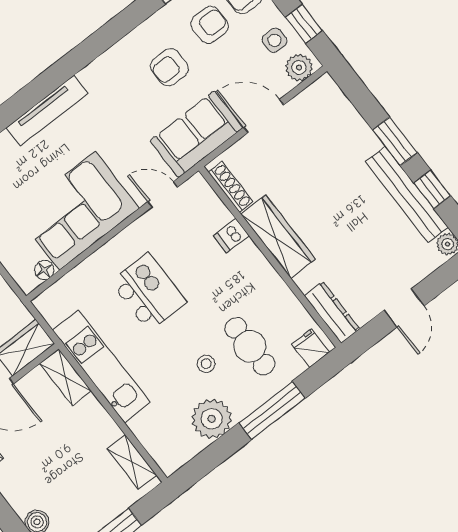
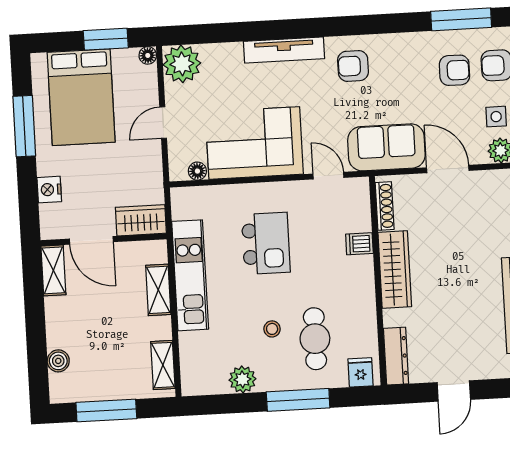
armchair: (169, 67) -> (353, 66), moved
shelving: (66, 377) -> (158, 290), moved
plant: (212, 419) -> (242, 379), width x0.73, depth x0.73

